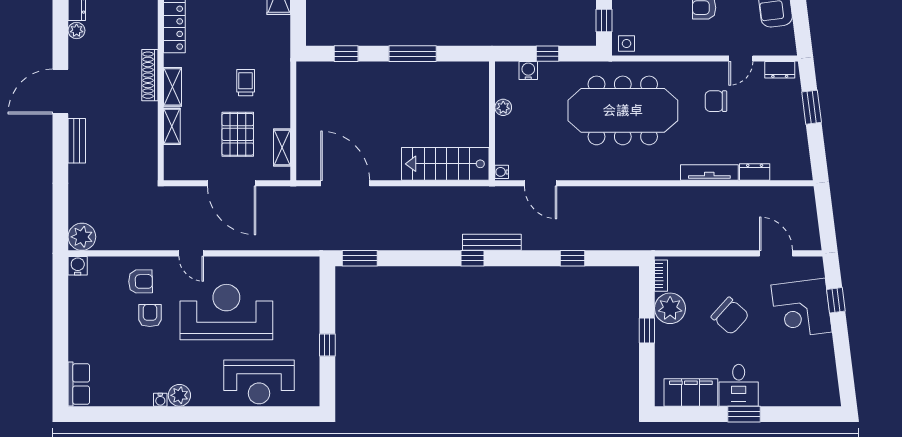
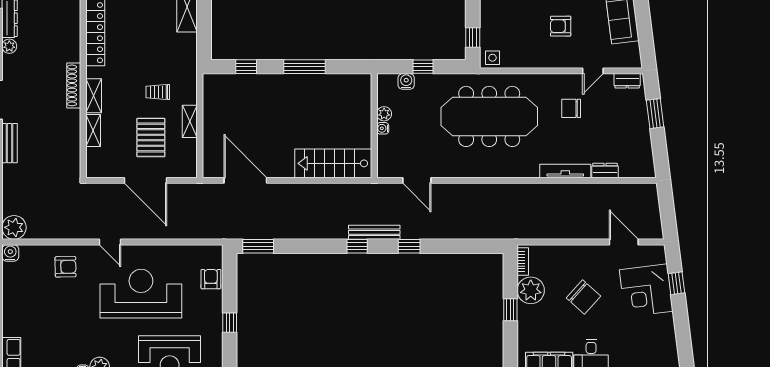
trolley: (246, 83) -> (158, 92), turned -90
shelving: (282, 148) -> (190, 121), moved
water cooler: (502, 172) -> (383, 128), moved
window: (573, 258) -> (409, 246), moved
armchair: (150, 315) -> (211, 279), moved

